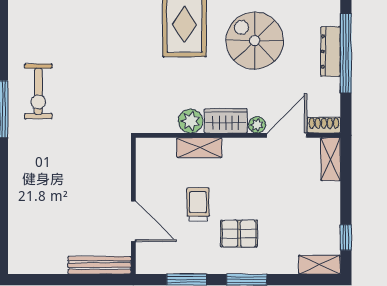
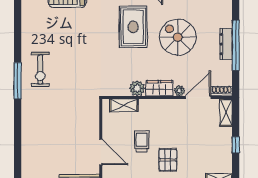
shelving: (199, 148) -> (124, 105), moved
pallet: (239, 234) -> (168, 160), turned 90
window: (346, 238) -> (236, 145), moved

